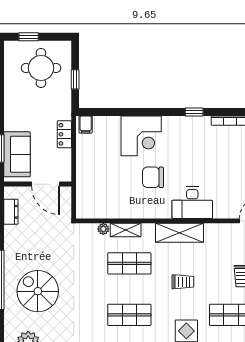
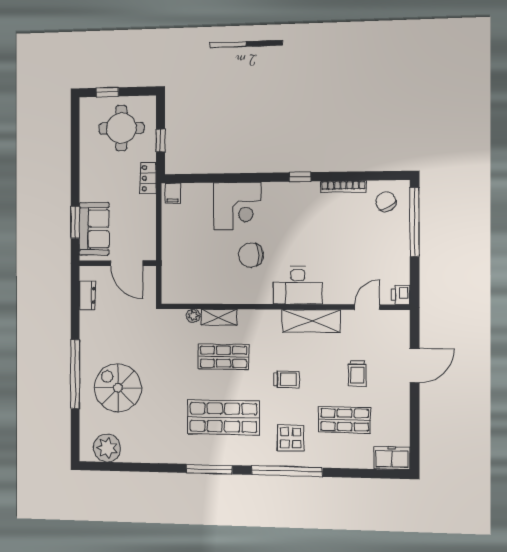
locker: (64, 134) -> (148, 178), moved
shelving: (179, 233) -> (311, 321), moved
shop shelf: (129, 315) -> (223, 417), width x1.43, depth x1.36

